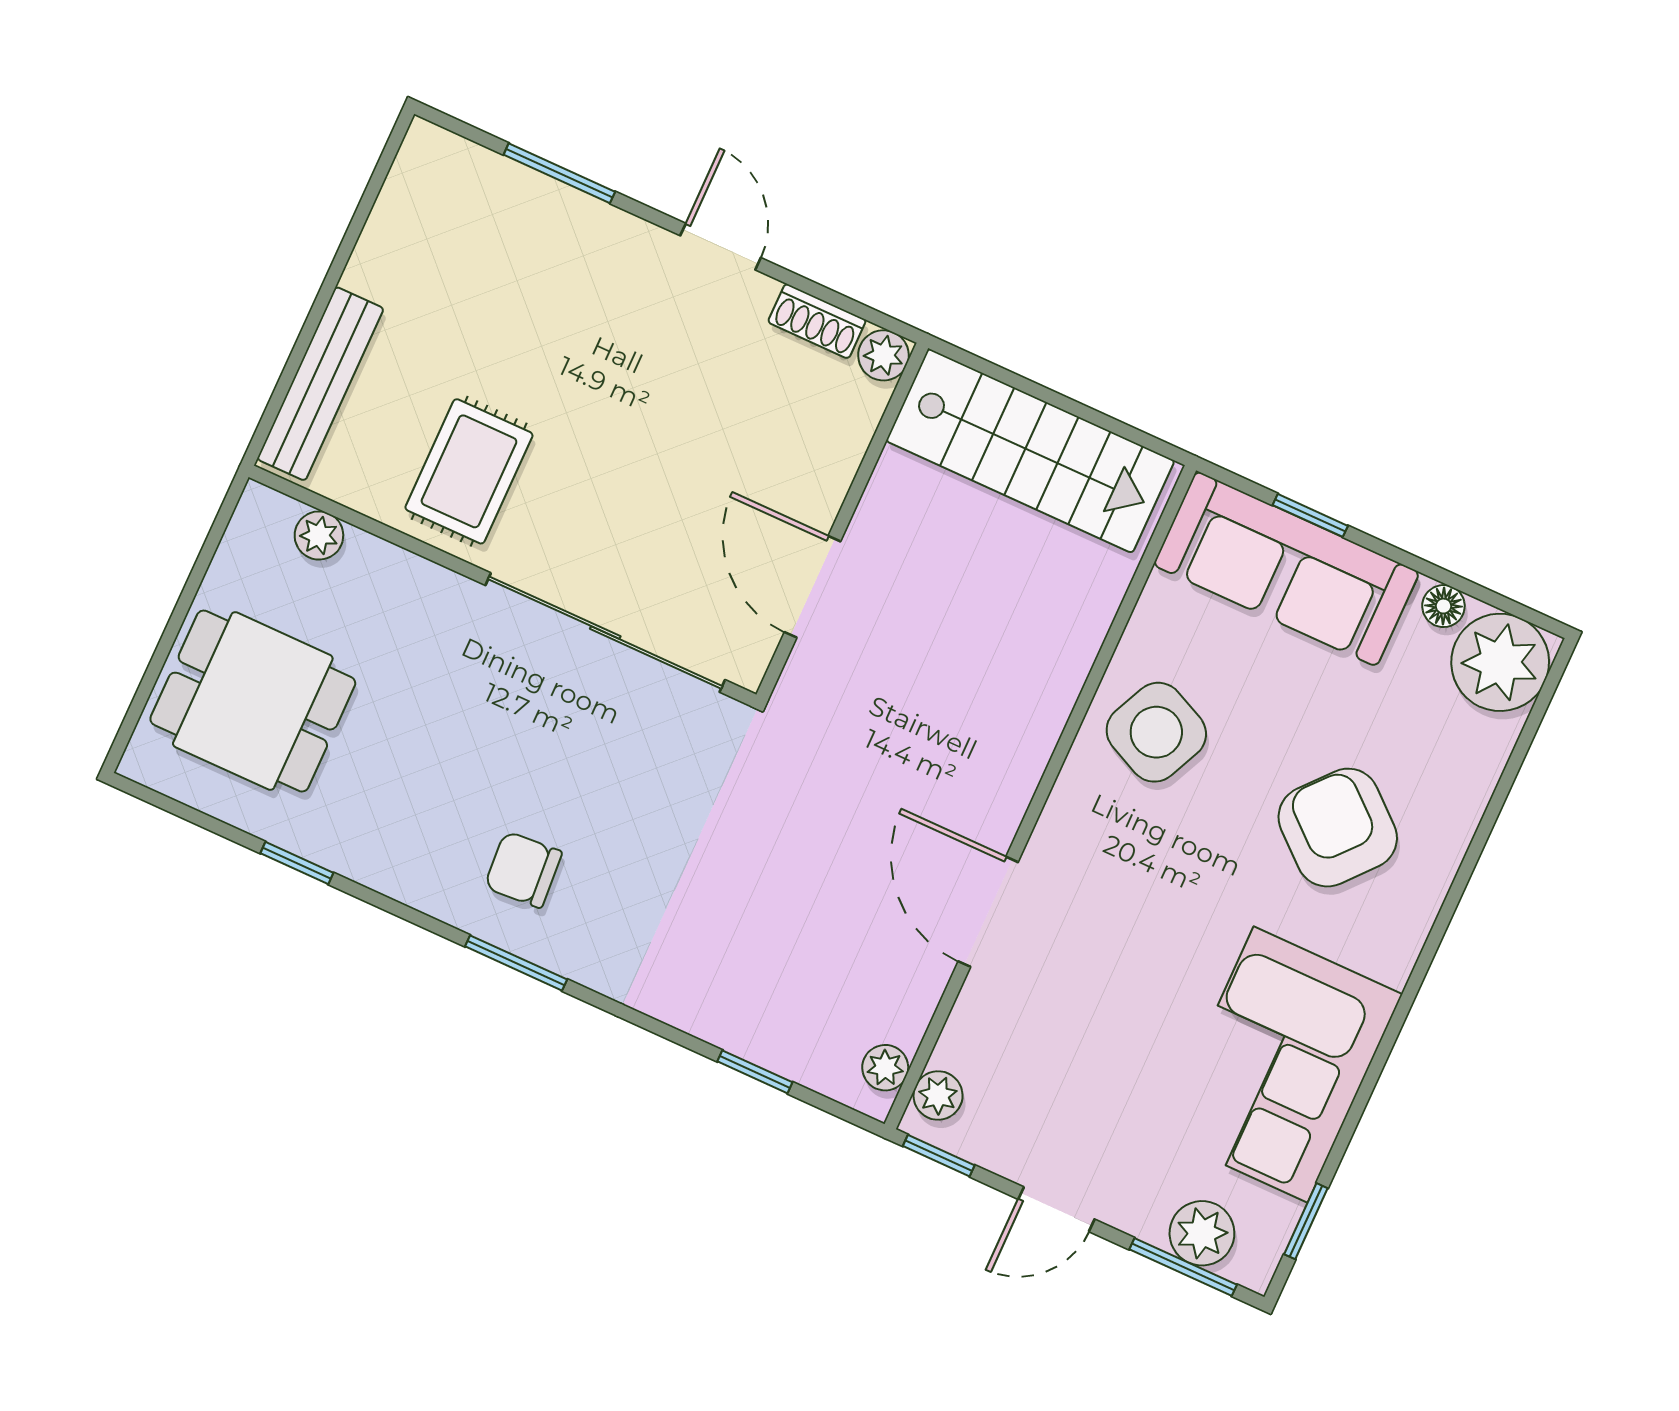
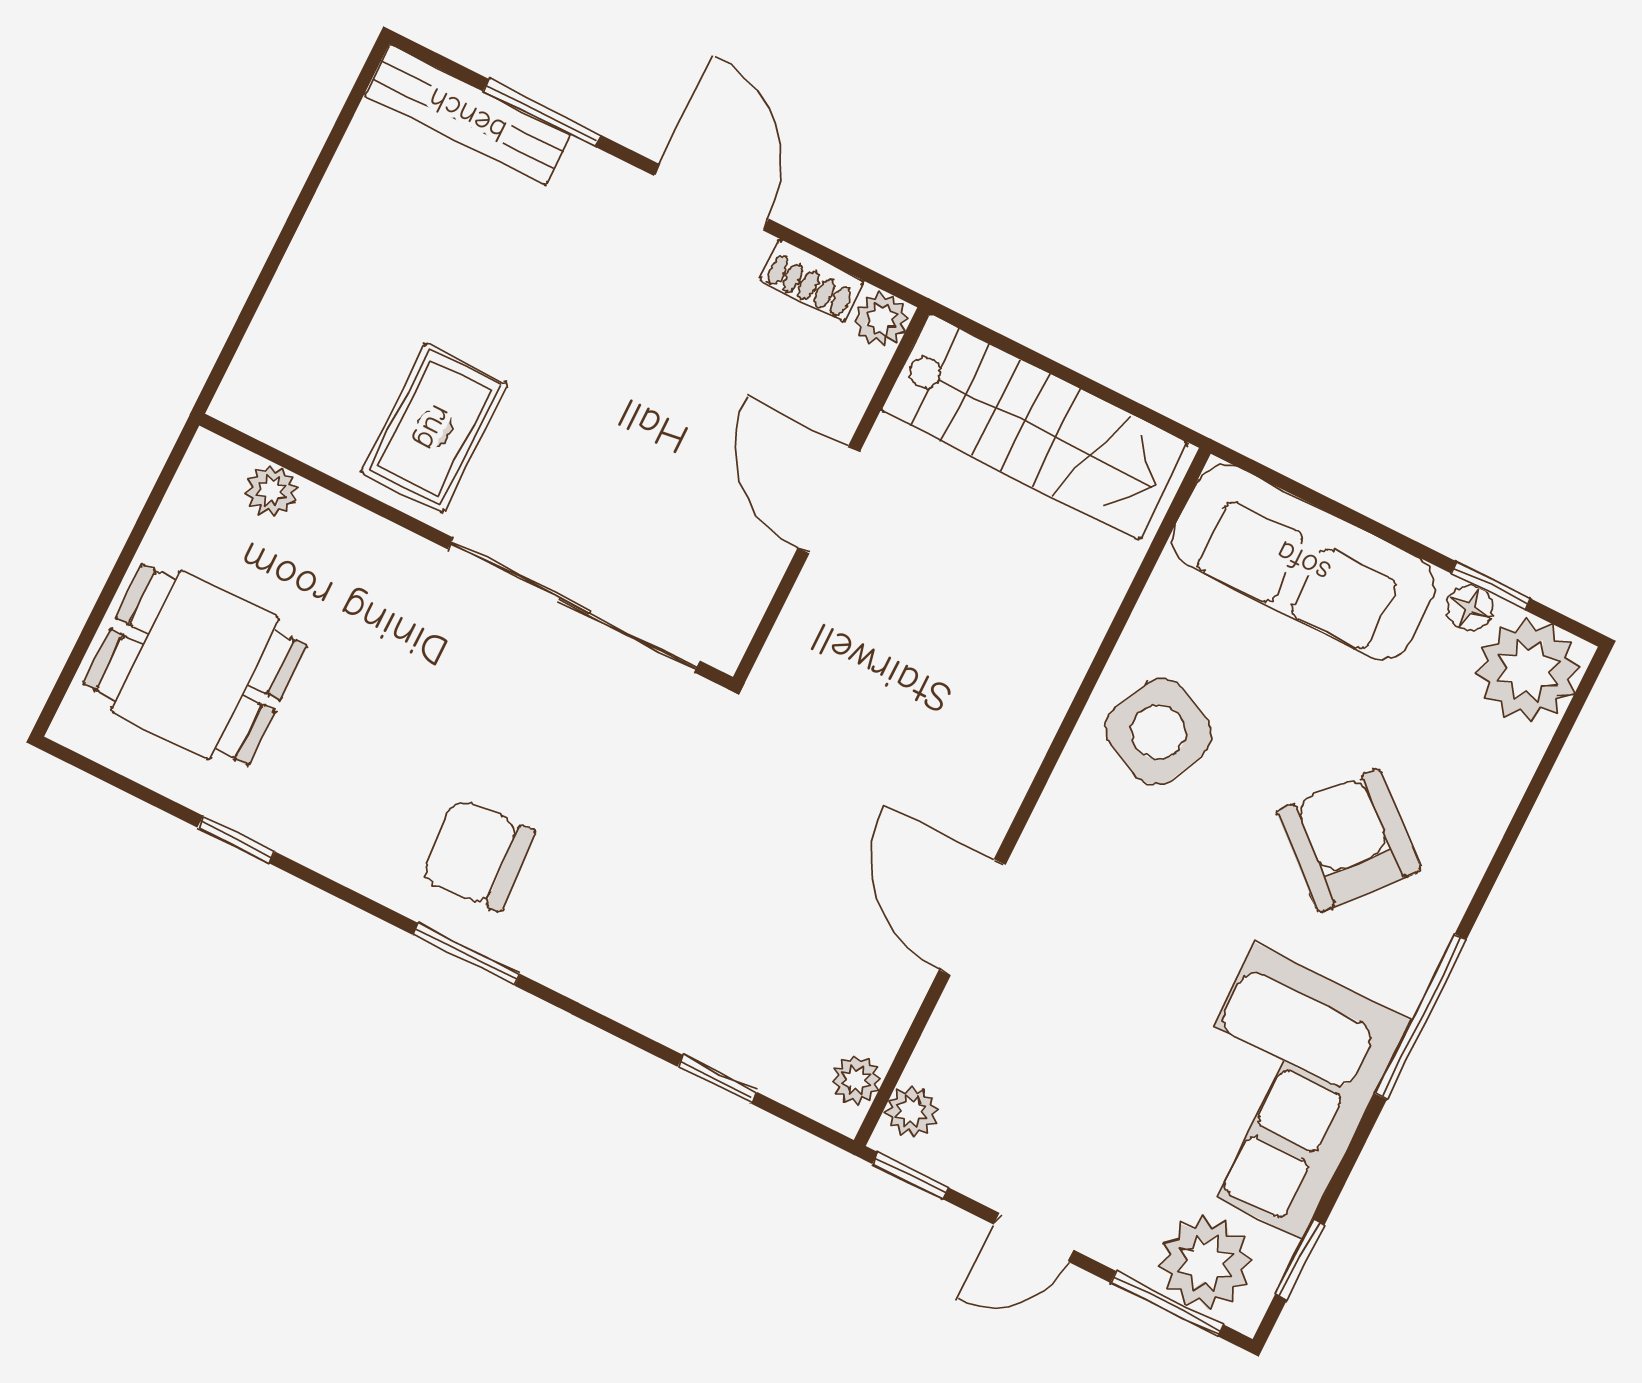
door: (721, 247) -> (711, 197), width x1.38
bench: (320, 384) -> (467, 115), moved, turned 90
window: (1310, 515) -> (1491, 586), moved
door: (812, 587) -> (829, 500), moved
chair: (523, 870) -> (477, 855), width x1.37, depth x1.37
window: (1411, 990) -> (1421, 1017), added
plant: (1202, 1233) -> (1205, 1263), width x1.36, depth x1.36

